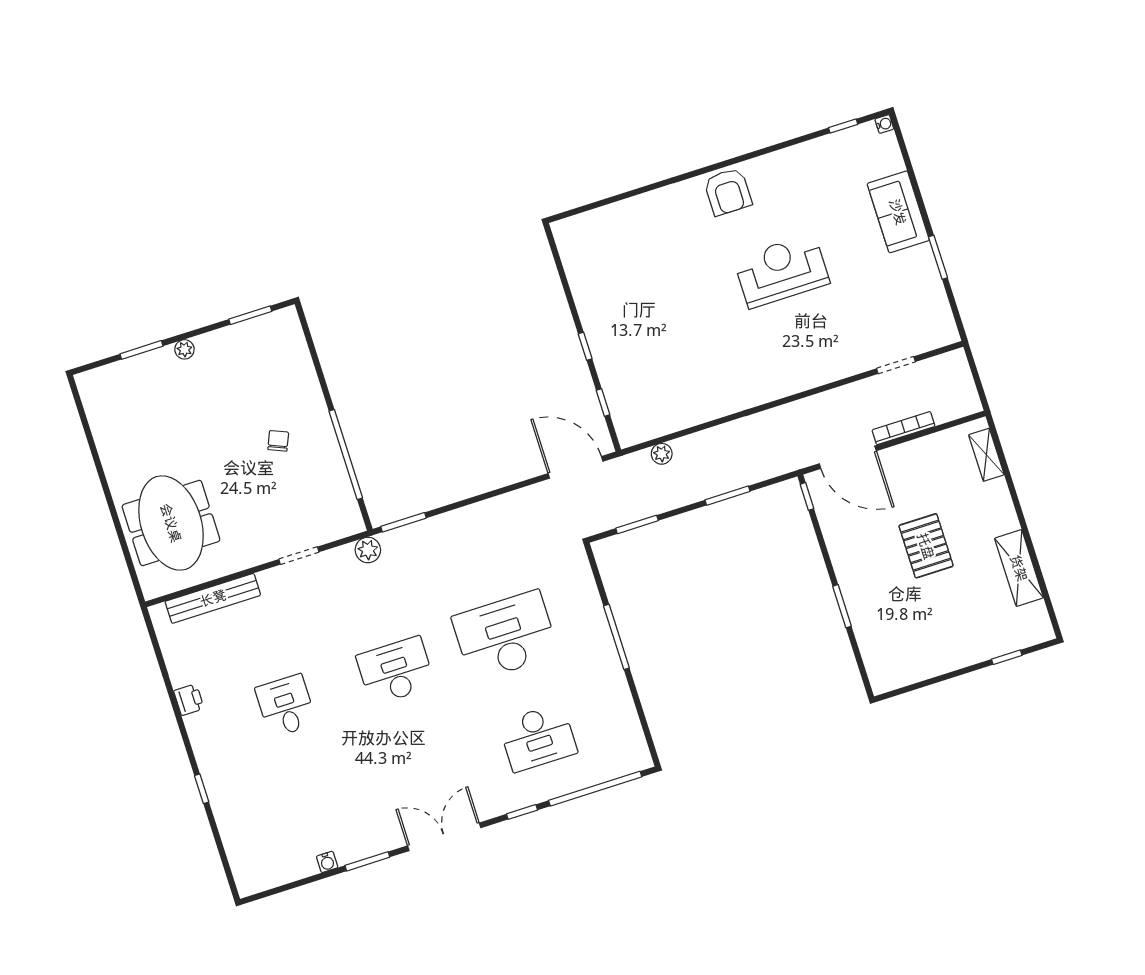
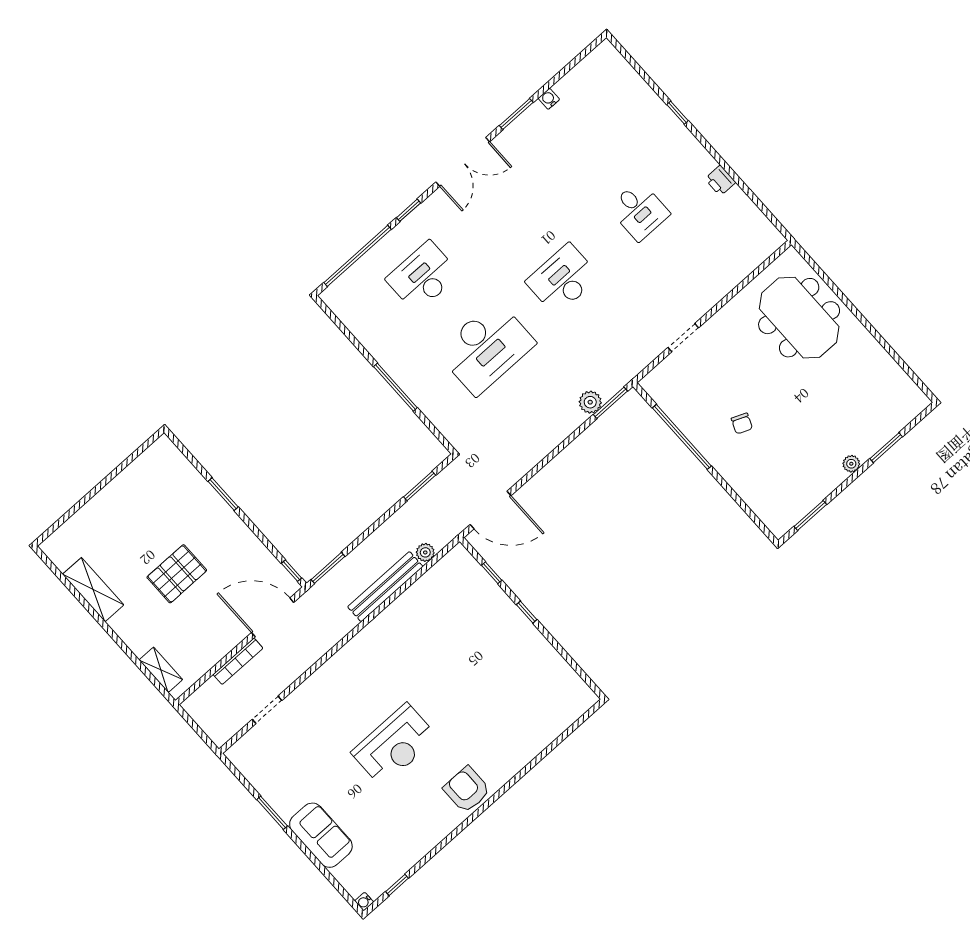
window: (727, 496) -> (328, 568), moved
pallet: (926, 546) -> (177, 574), turned 90
plant: (368, 550) -> (590, 402), moved
bench: (213, 598) -> (385, 587), moved
window: (1007, 657) -> (71, 512), removed
desk: (396, 671) -> (563, 279), turned 180

